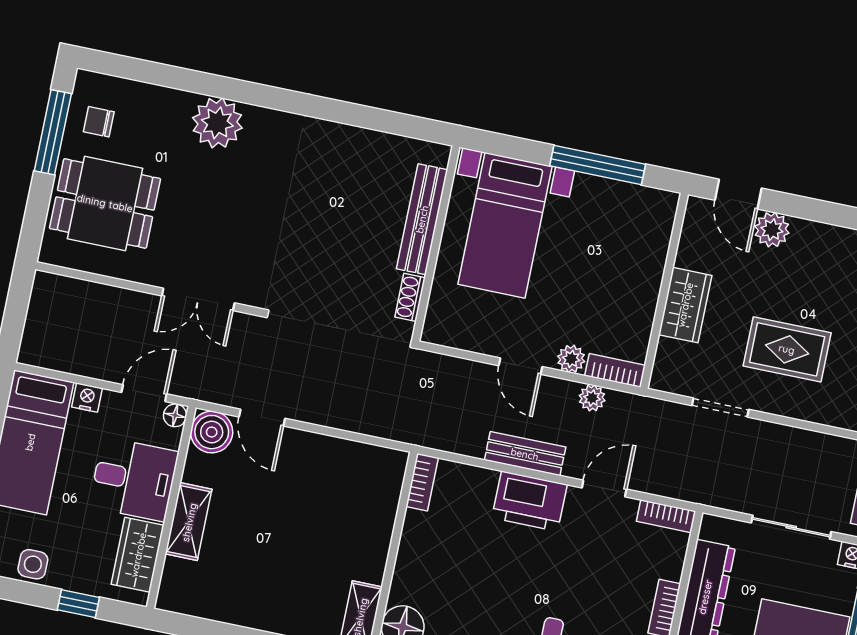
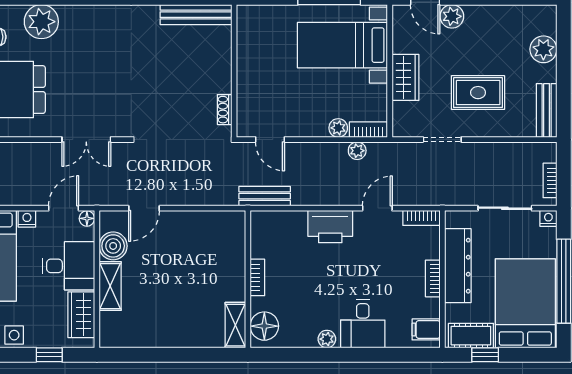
plant: (217, 123) -> (41, 22), moved
bench: (422, 219) -> (196, 15), moved, turned 90
bed with nightstands: (505, 225) -> (342, 45), moved, turned 90
door: (520, 366) -> (270, 140), moved
door: (262, 418) -> (144, 208), hinge flipped
boiler: (212, 432) -> (113, 246), moved
bench: (525, 454) -> (265, 196), moved
bookcase: (422, 482) -> (257, 277), moved

